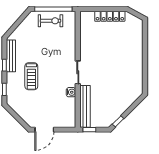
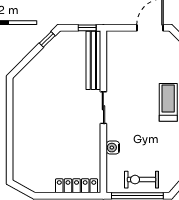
locker: (110, 16) -> (77, 186), moved
water cooler: (71, 92) -> (113, 148), moved

